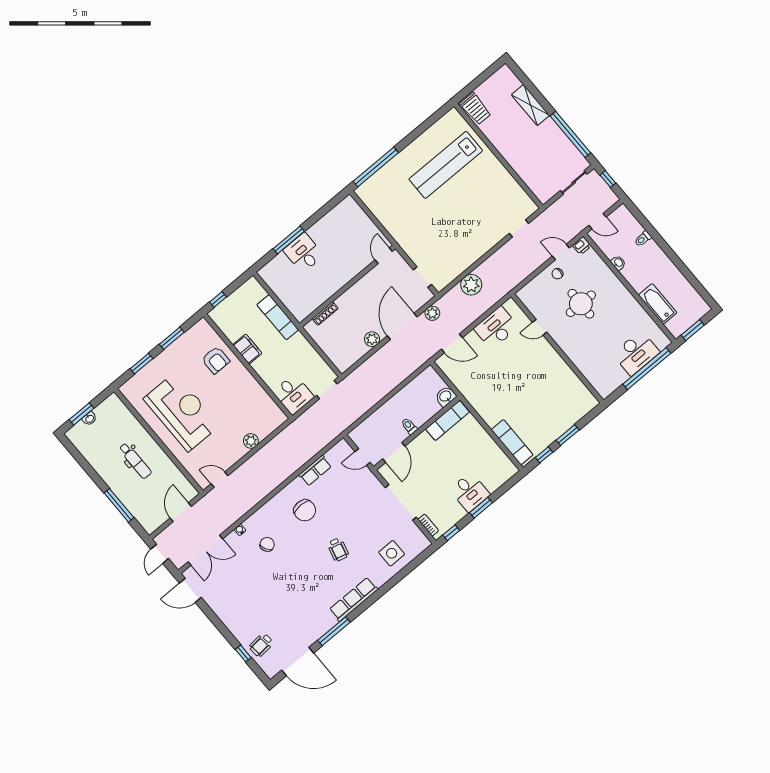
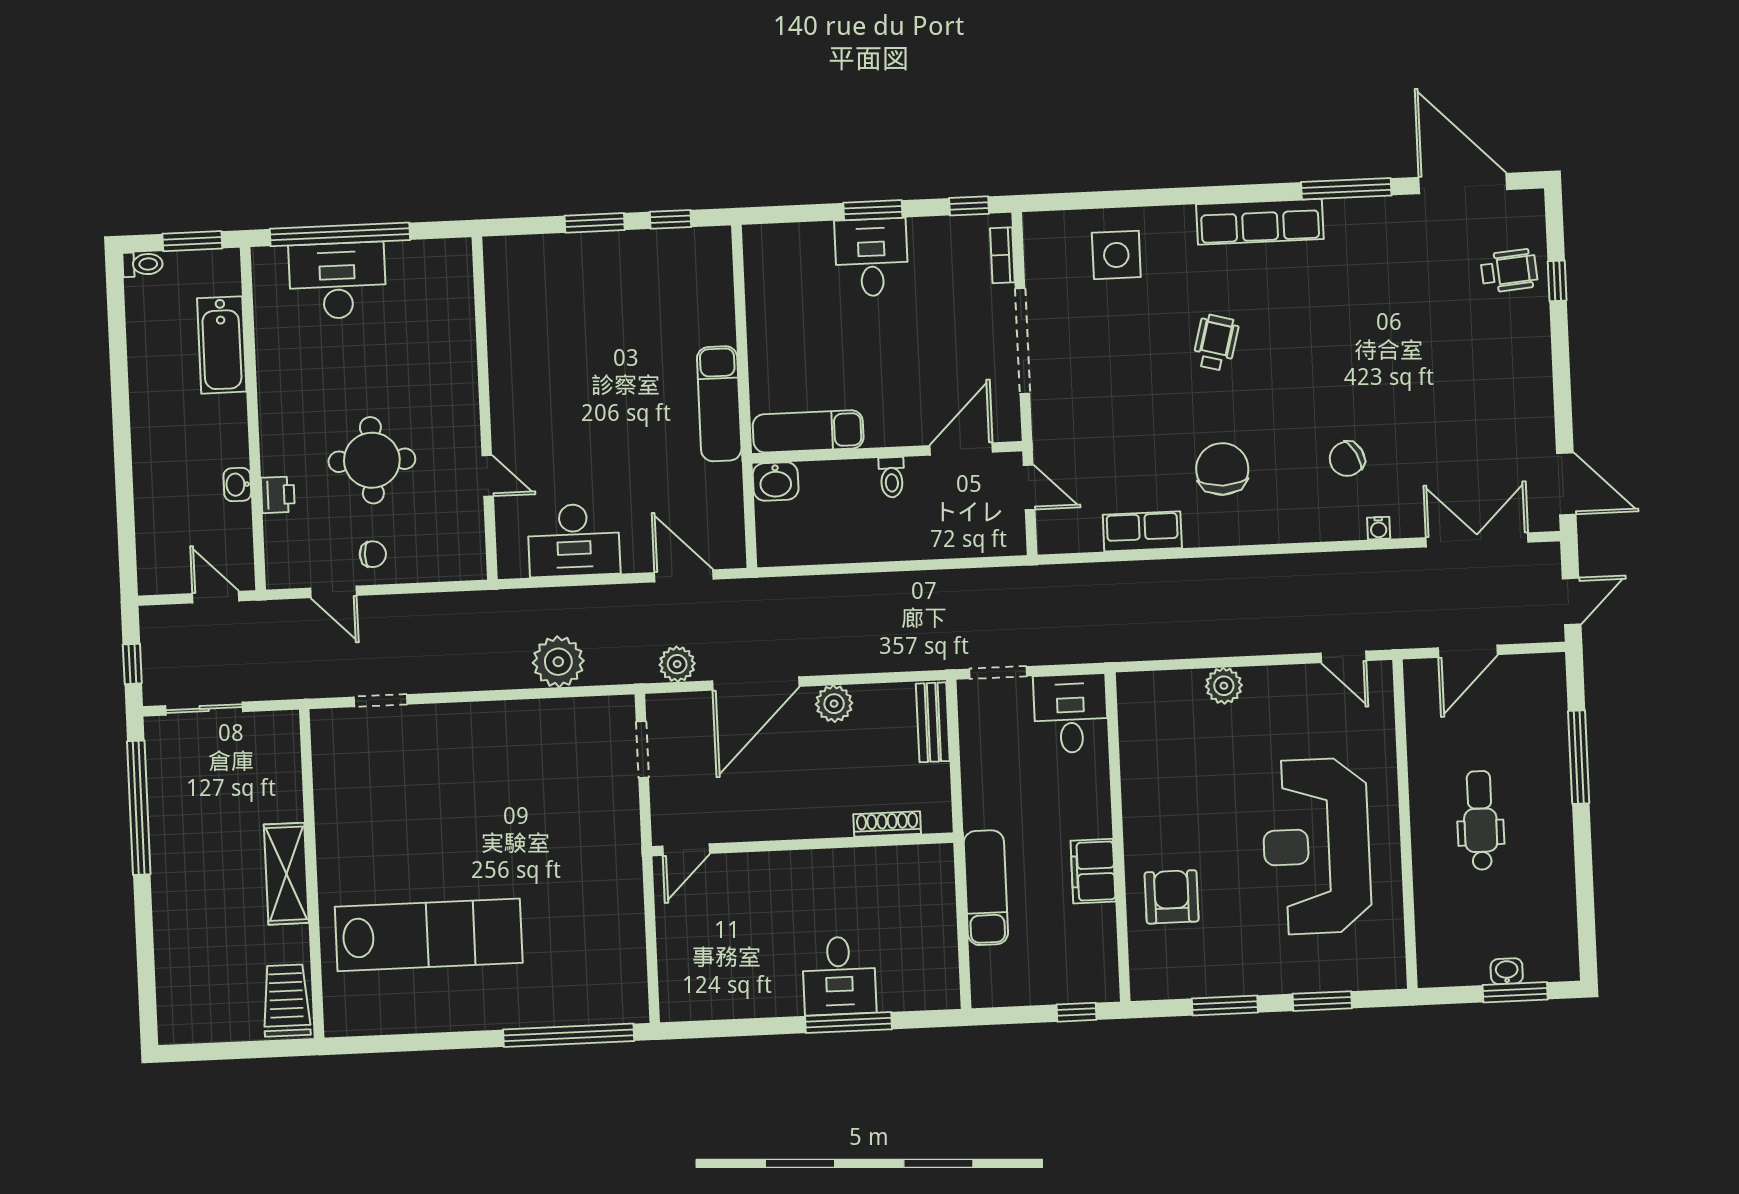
shelving: (530, 105) -> (286, 874), moved
toilet: (643, 239) -> (143, 264), moved
printer: (582, 246) -> (278, 495), moved, turned 90
bench: (336, 357) -> (933, 722), added
exam couch: (512, 442) -> (719, 404), moved

